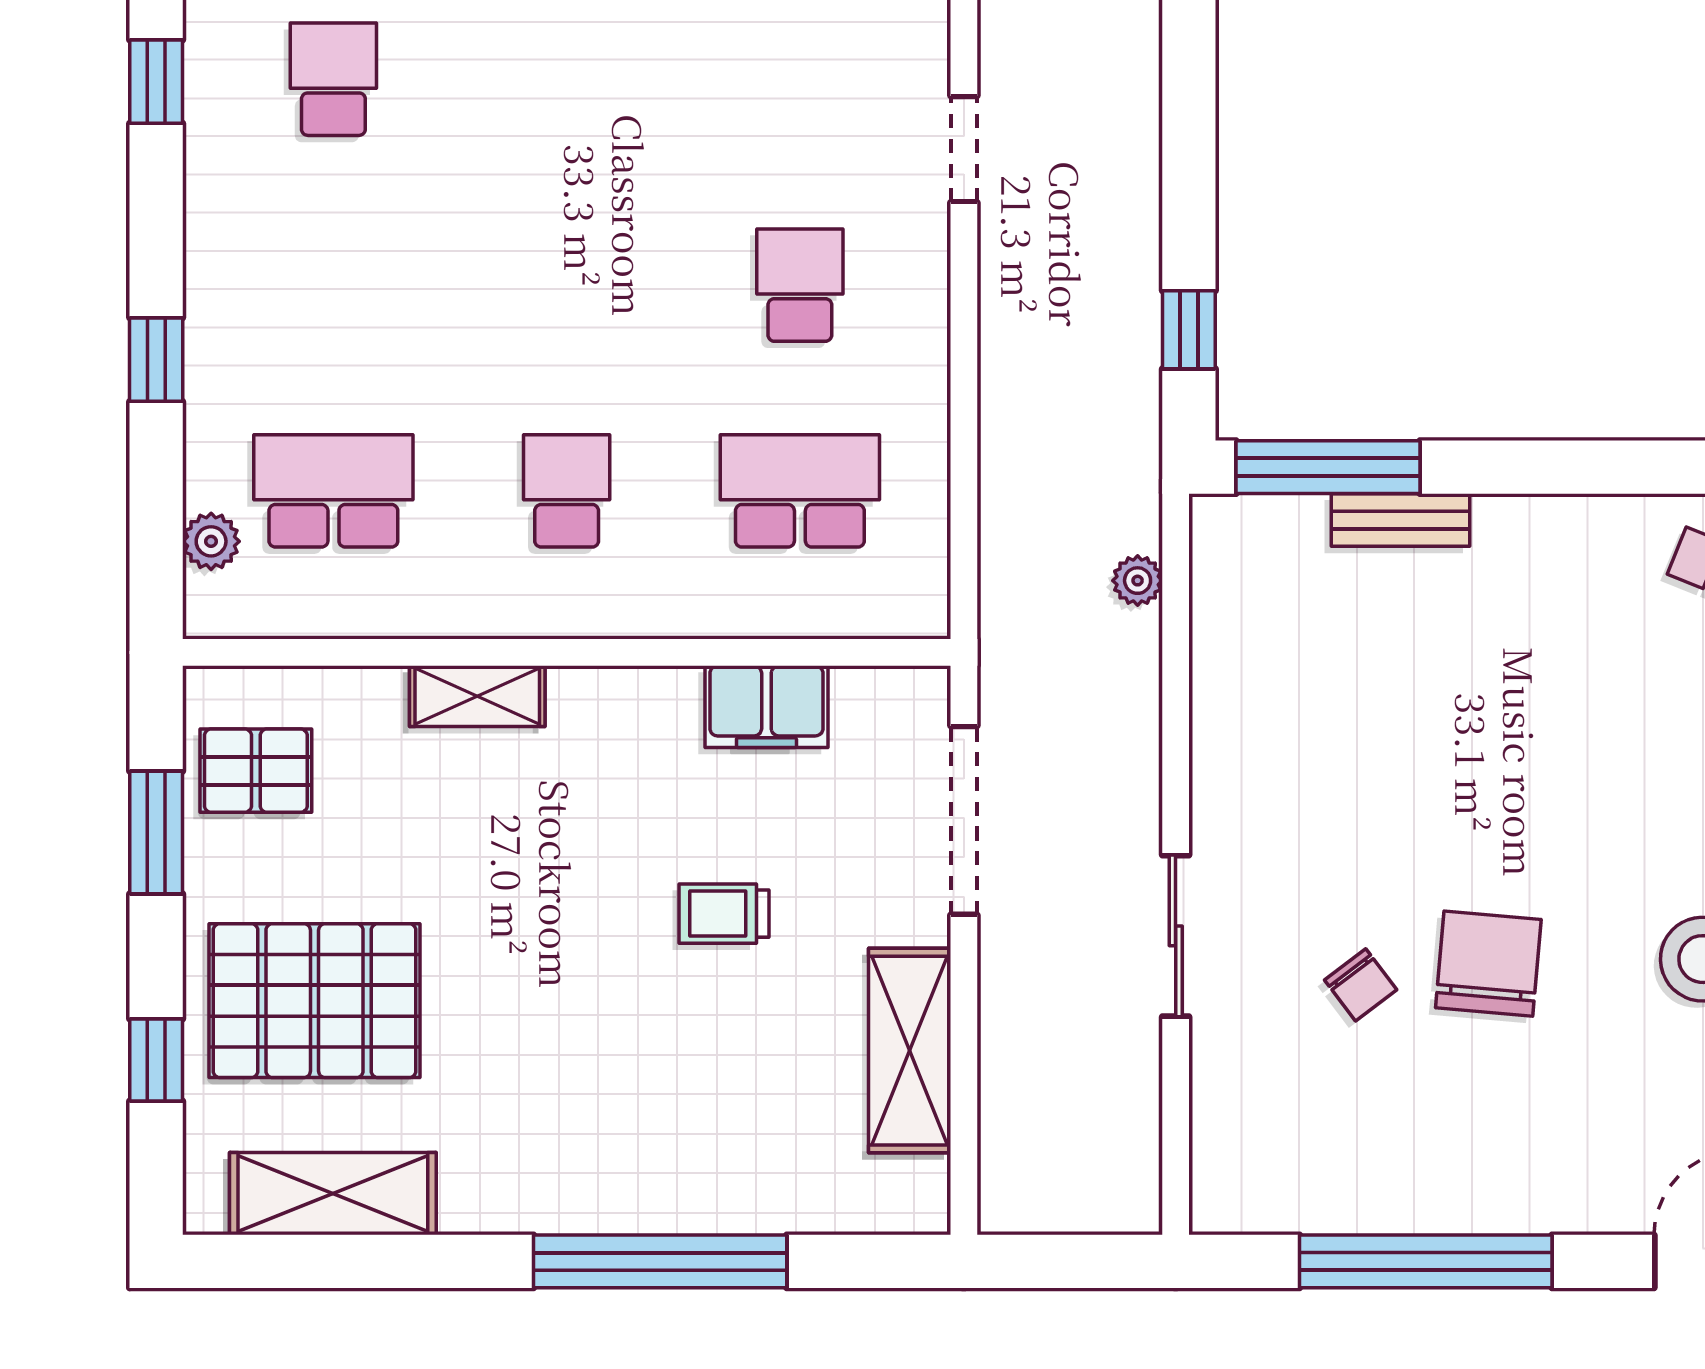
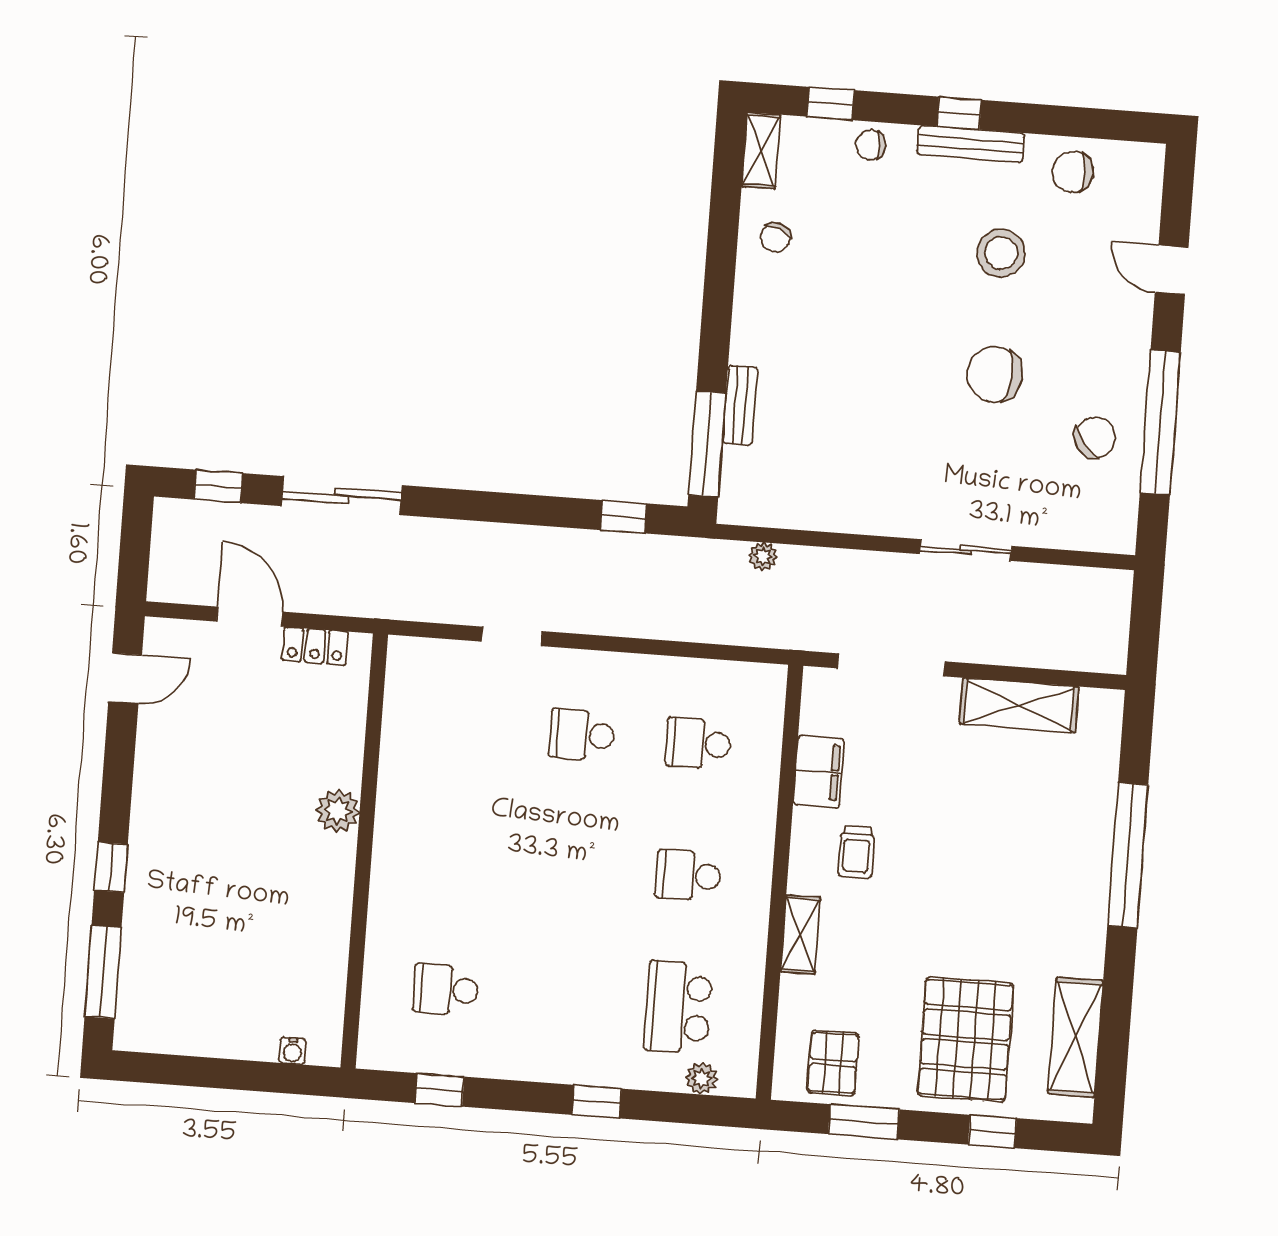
school desk: (800, 491) -> (698, 744), width x0.54
trolley: (724, 914) -> (856, 852), moved
chair: (1361, 985) -> (1095, 437), moved, width x1.37, depth x1.37

